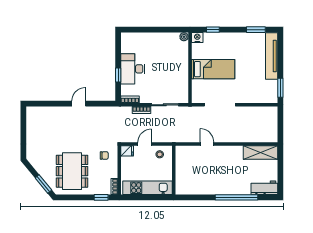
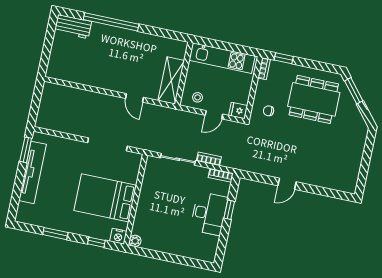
window: (256, 30) -> (55, 234), moved
tv unit: (272, 56) -> (33, 172), moved
bed: (213, 69) -> (105, 198), width x1.50
shelving: (260, 153) -> (171, 81), moved, turned 90
dining table: (72, 171) -> (314, 99), turned 90

